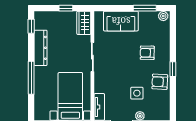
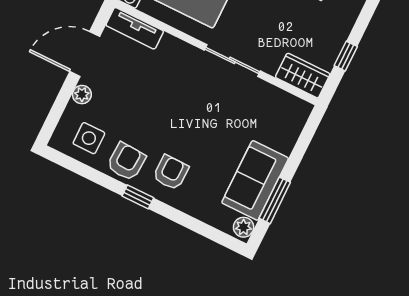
sofa: (121, 21) -> (255, 180), moved
armchair: (147, 53) -> (171, 173), moved
side table: (137, 93) -> (89, 138), moved

